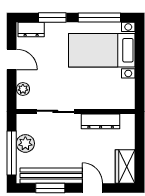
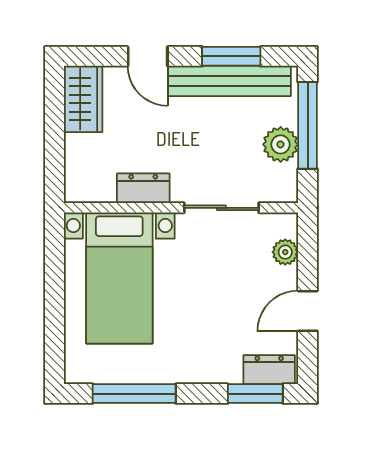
window: (52, 17) -> (255, 394), moved
bed with nightstands: (102, 50) -> (119, 278), moved, turned 90
door: (12, 59) -> (308, 311), hinge flipped
dresser: (101, 121) -> (143, 188), width x0.70

